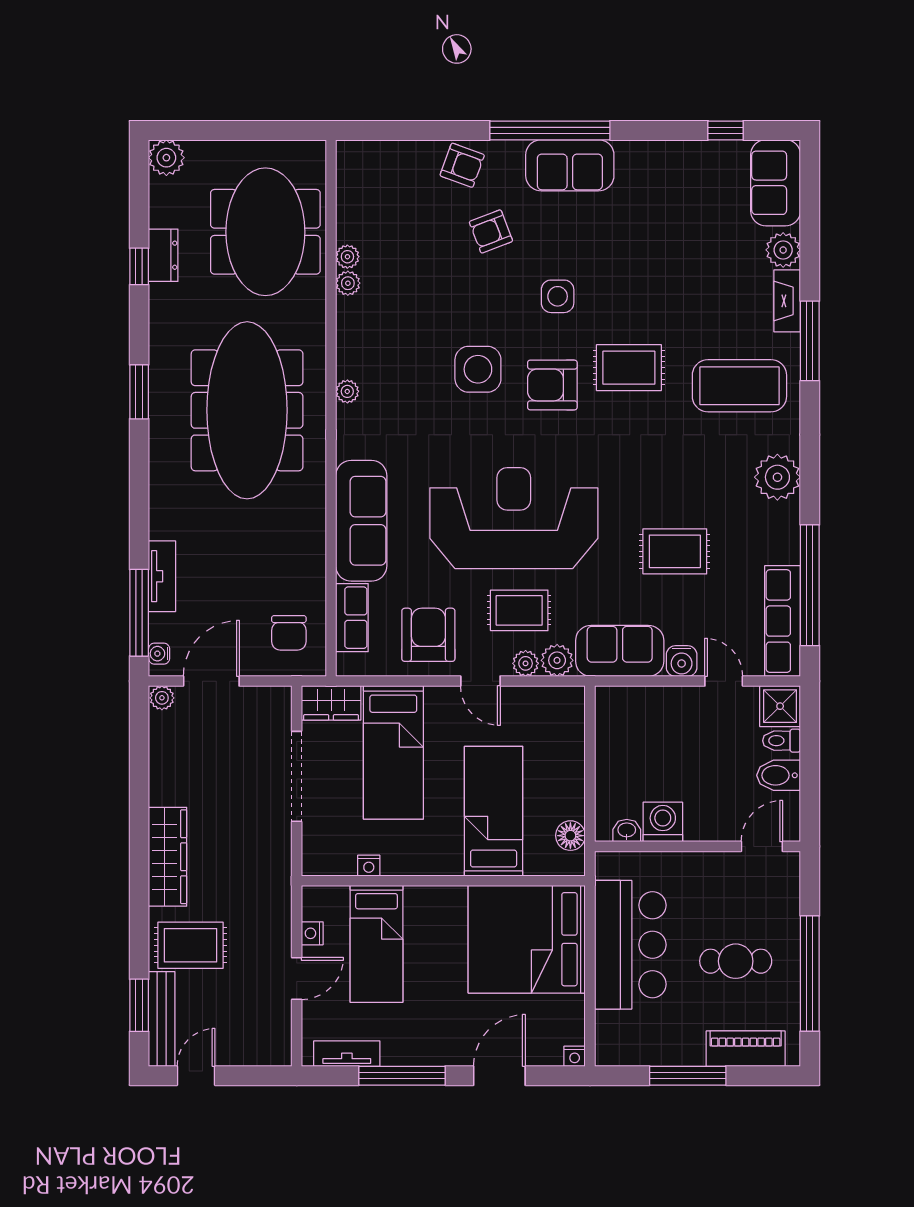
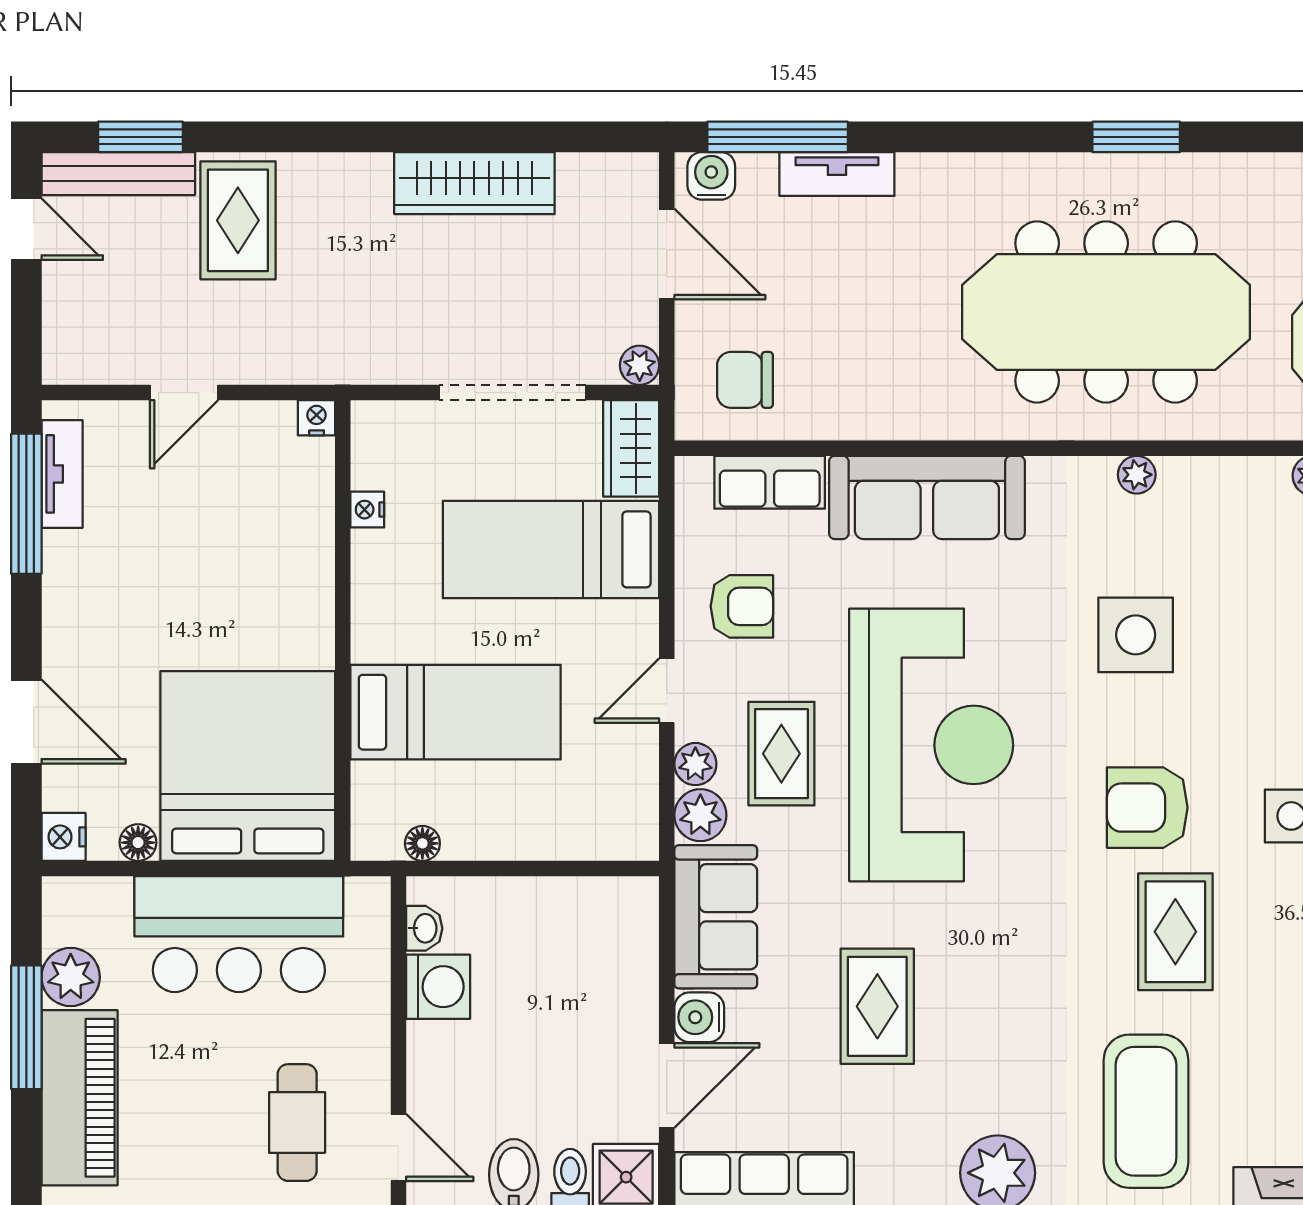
side table: (478, 369) -> (1136, 635), moved
armchair: (552, 385) -> (1147, 808), turned -90
armchair: (428, 635) -> (742, 606), width x0.72, depth x0.72
water cooler: (159, 654) -> (711, 176), width x1.38, depth x1.38
door: (724, 681) -> (667, 1086), width x1.37
plant: (162, 698) -> (640, 365), moved
floor lamp: (570, 836) -> (422, 843), width x0.73, depth x0.73
wardrobe: (168, 857) -> (474, 183), moved
nightstand: (312, 933) -> (317, 418), moved
bed: (376, 944) -> (240, 522), removed
cafe table: (736, 961) -> (297, 1123), moved
door: (297, 978) -> (184, 393), hinge flipped
floor lamp: (574, 1007) -> (138, 843), added
plant: (657, 1048) -> (71, 977), added
piano: (746, 1049) -> (80, 1098), width x1.37, depth x1.33
nightstand: (575, 1056) -> (64, 837), width x1.39, depth x1.35
window: (402, 1076) -> (26, 504), moved

